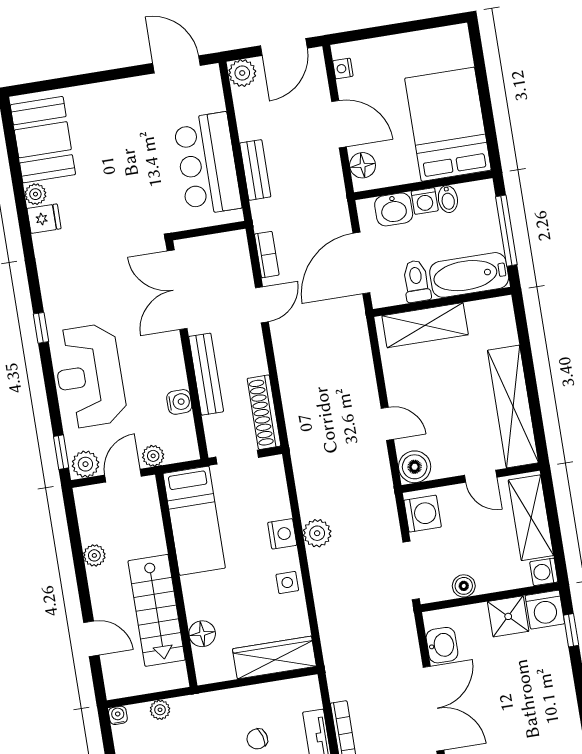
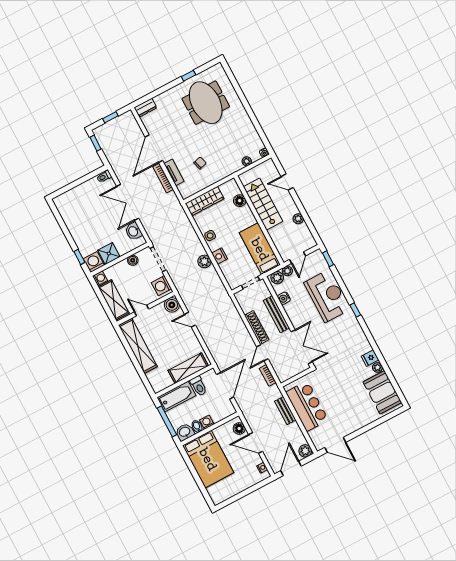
washbasin: (394, 209) -> (185, 432), moved
shoe rack: (264, 412) -> (257, 327), moved
plant: (85, 464) -> (277, 278), moved

